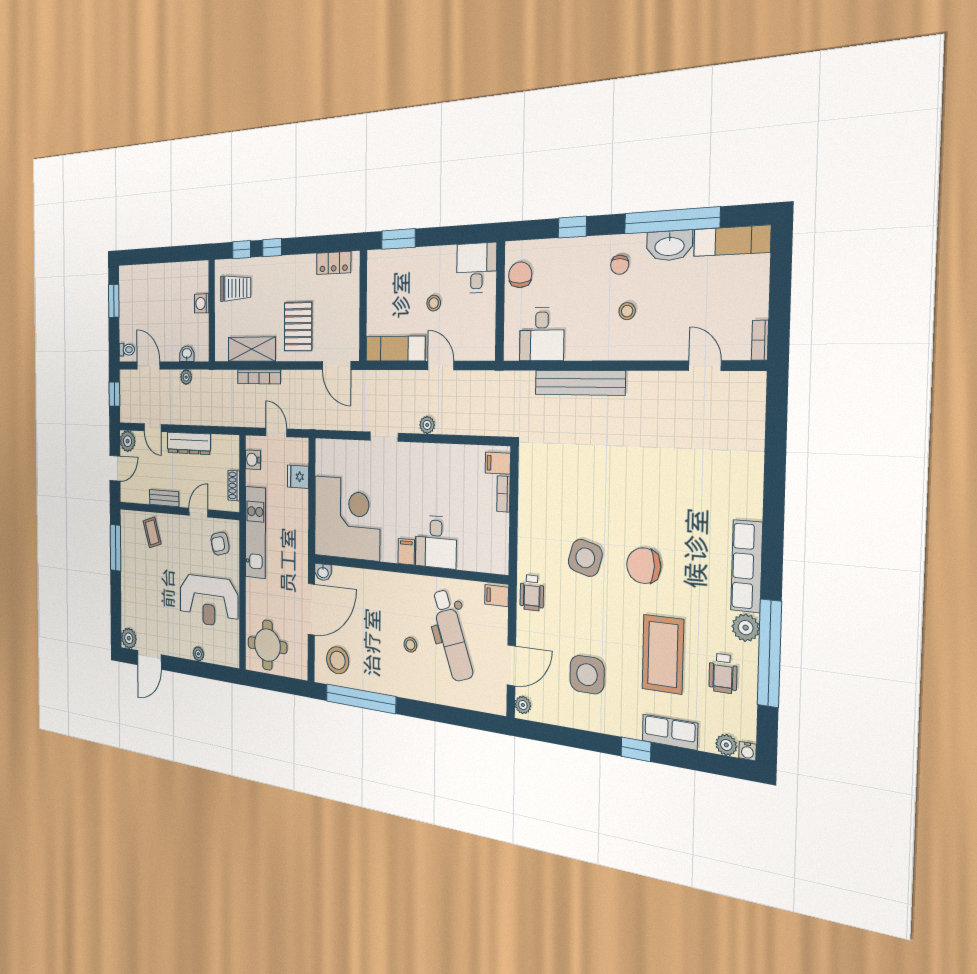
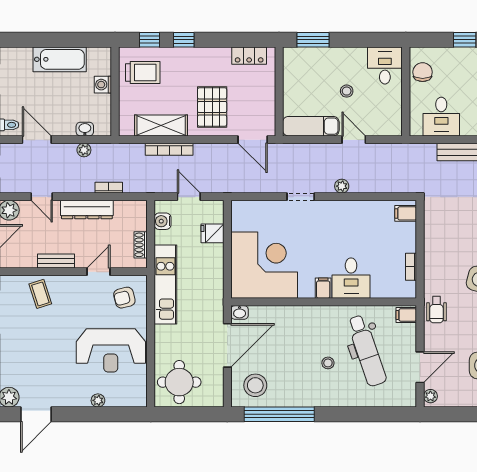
bathtub: (166, 277) -> (60, 59), added
bookcase: (207, 420) -> (109, 188), added
bookcase: (503, 494) -> (411, 267), moved

